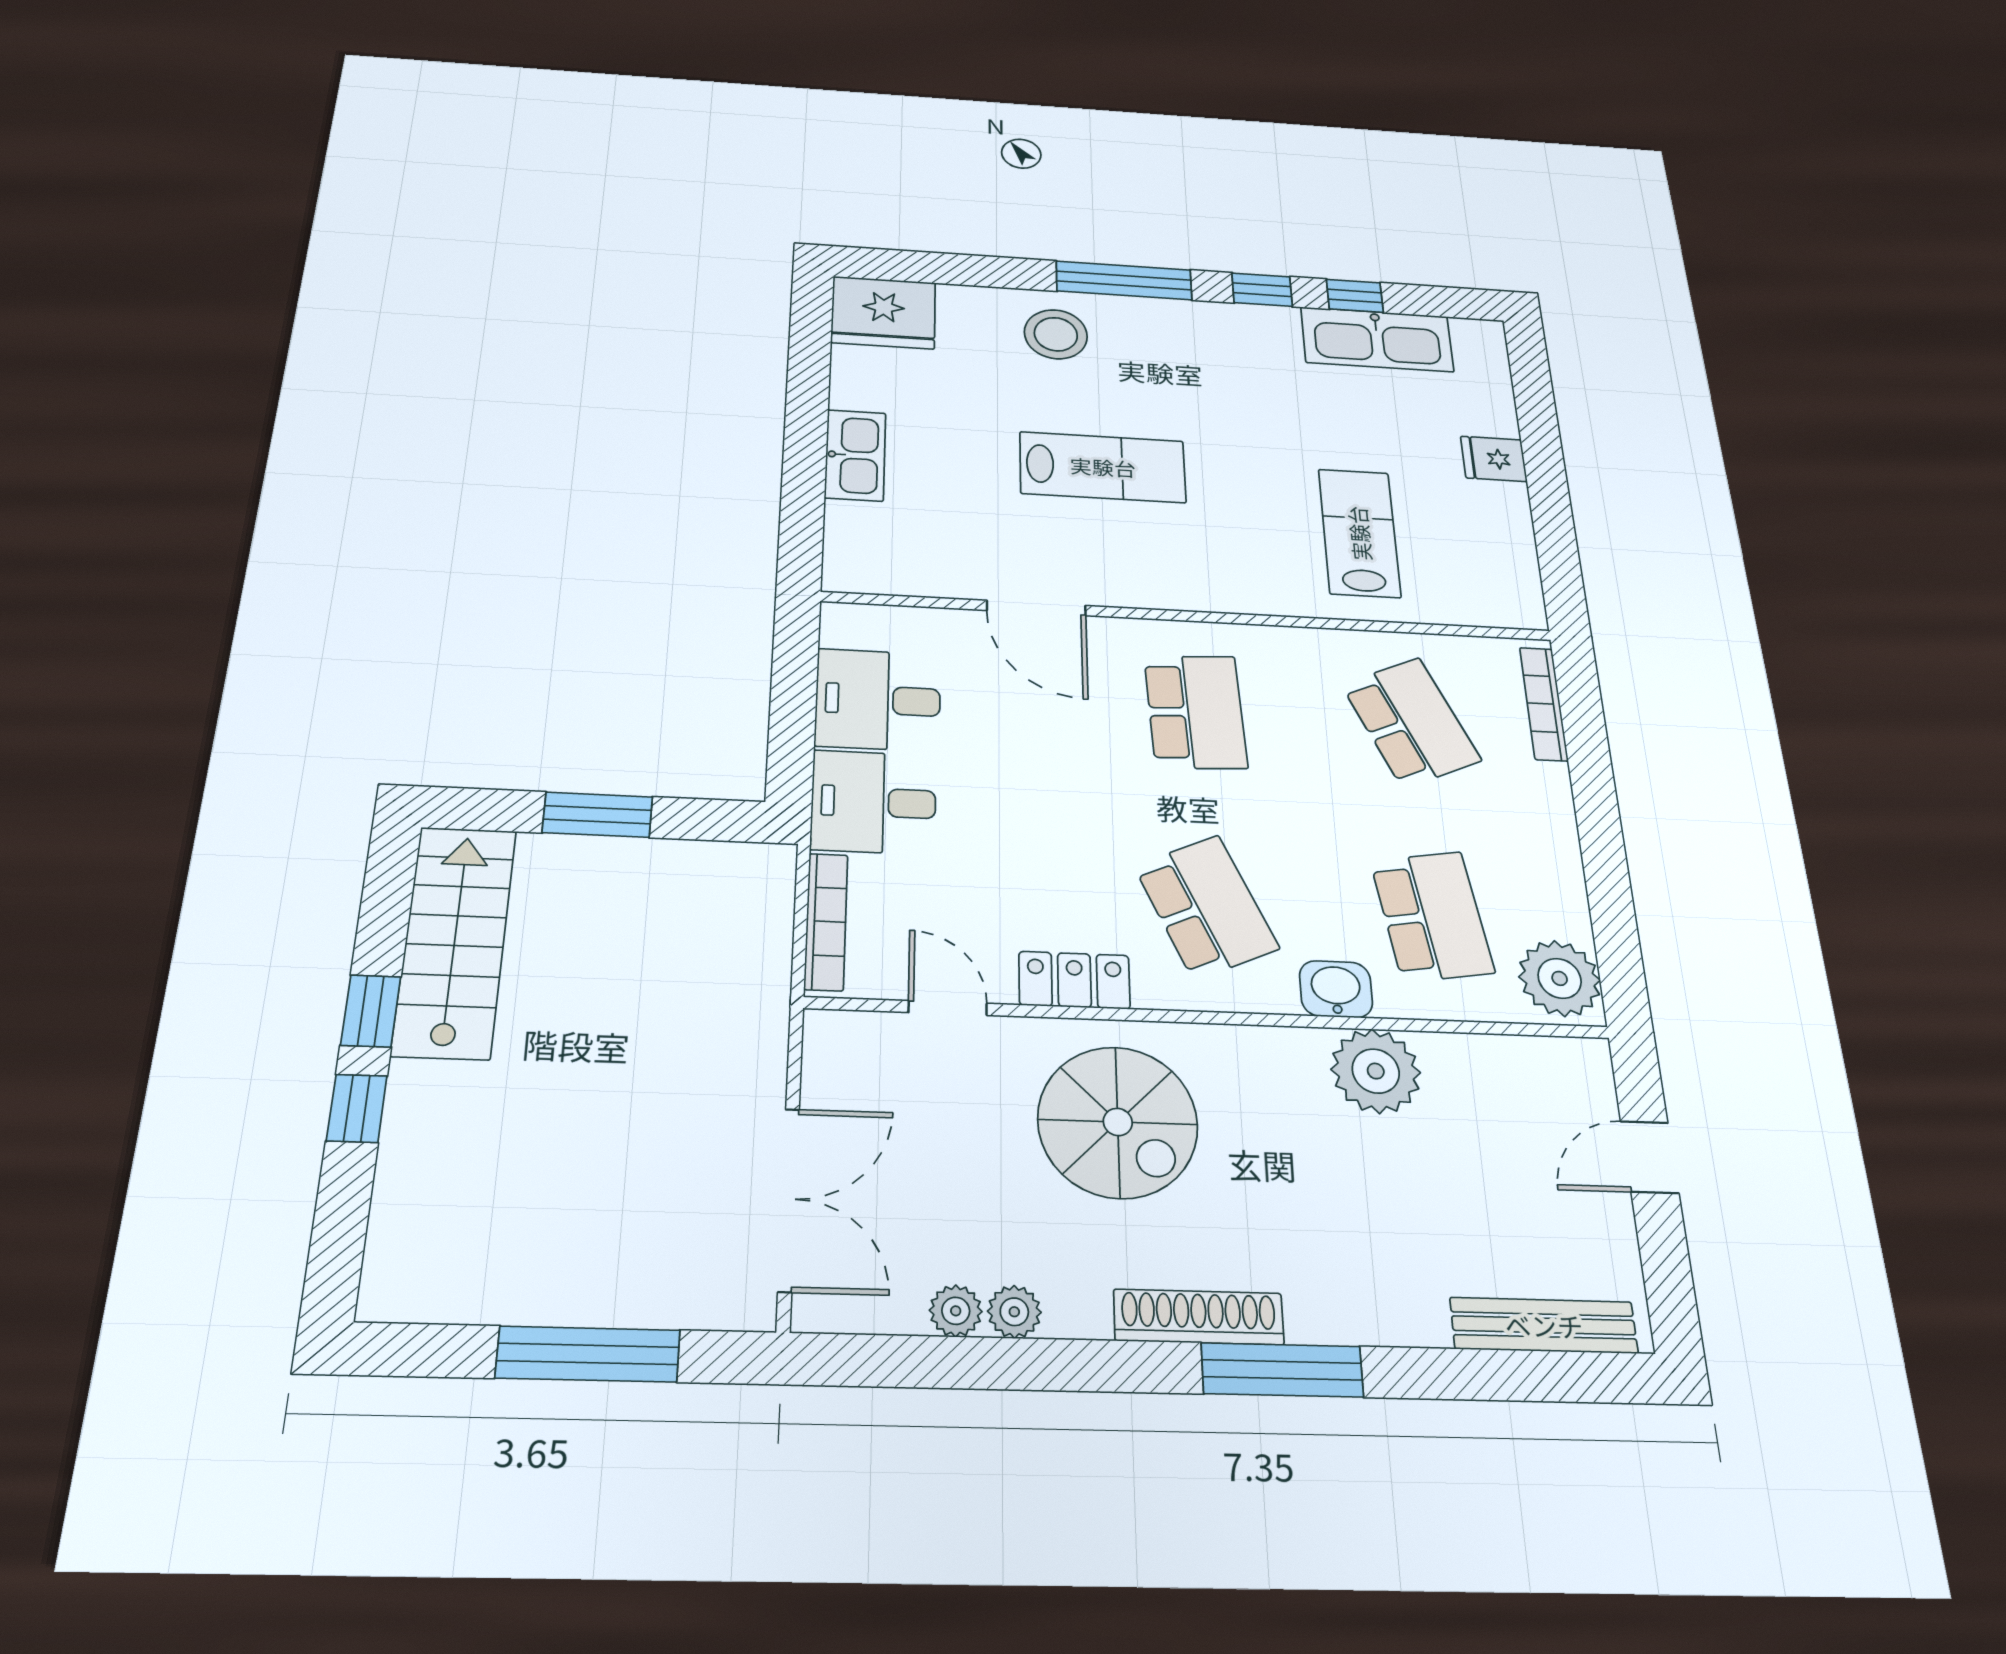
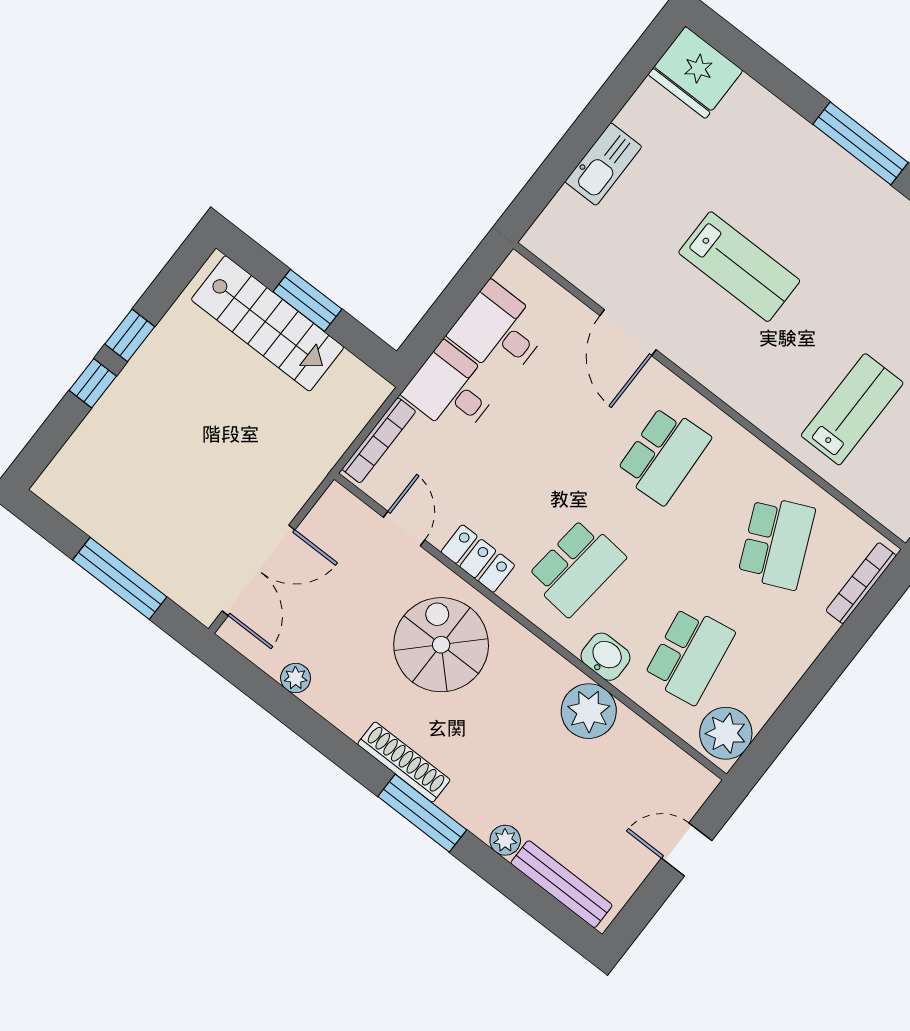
stool: (1056, 334) -> (787, 156), removed
school desk: (1206, 907) -> (576, 567), turned 30
stairs: (455, 941) -> (268, 323), moved, turned 90
spiral stairs: (1118, 1122) -> (441, 645), turned 180
plant: (1014, 1312) -> (505, 840), moved

